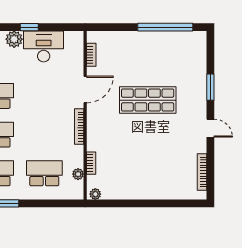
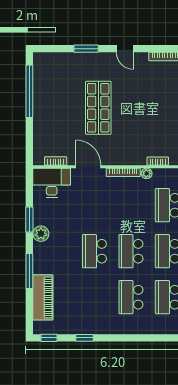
window: (29, 27) -> (29, 219), width x1.50
desk: (44, 46) -> (52, 183), moved, turned 90
door: (210, 128) -> (125, 49), swing flipped
plant: (78, 174) -> (147, 173), moved

